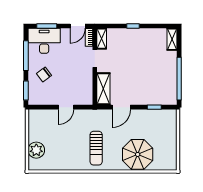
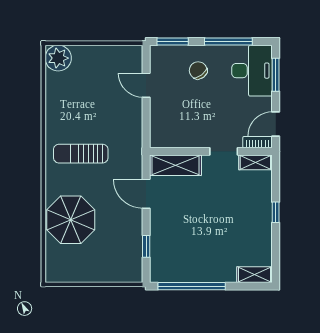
door: (78, 26) -> (276, 124), hinge flipped
door: (66, 107) -> (146, 85), moved
plant: (36, 150) -> (58, 58), moved

